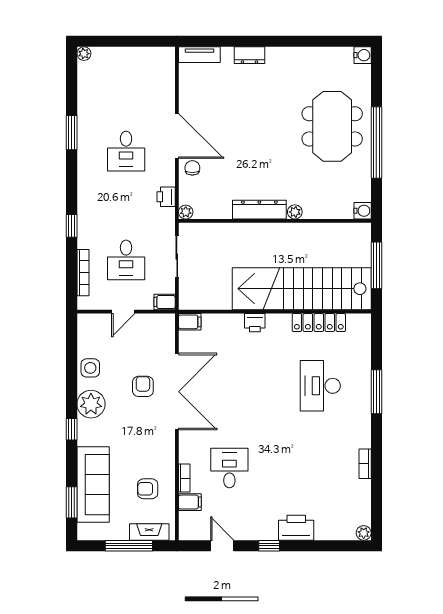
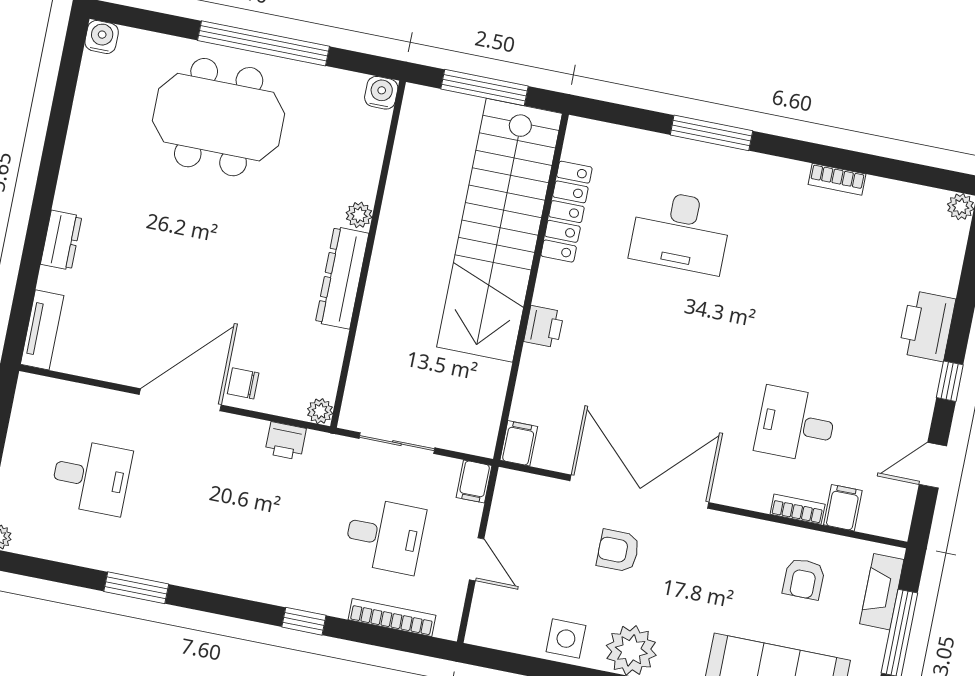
desk: (126, 151) -> (91, 477), moved

